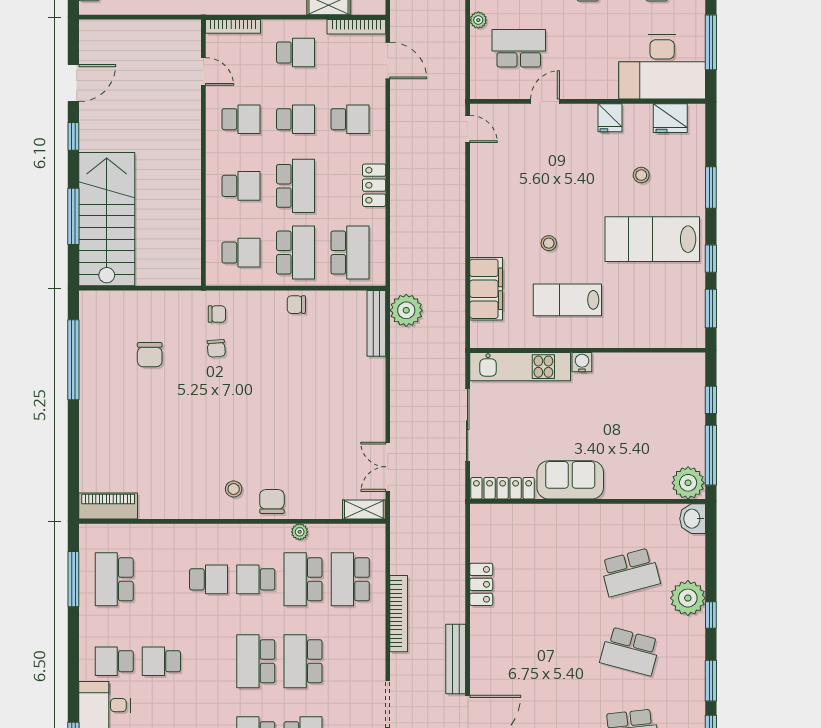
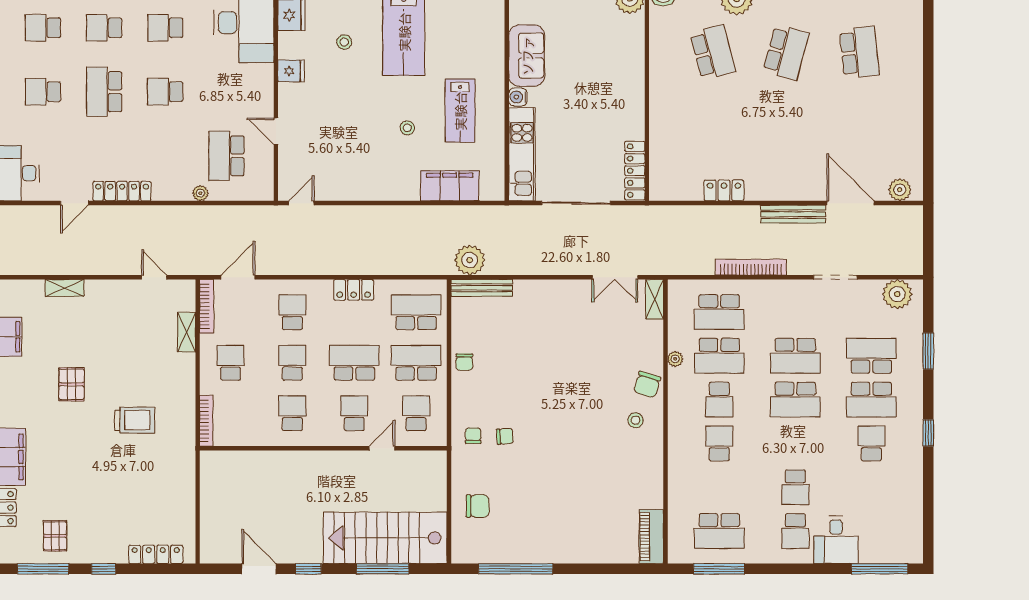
door: (203, 71) -> (382, 448), moved
chair: (150, 355) -> (478, 506), moved
sofa: (570, 480) -> (527, 56), moved, turned 180
chair: (272, 502) -> (647, 385), turned -73

